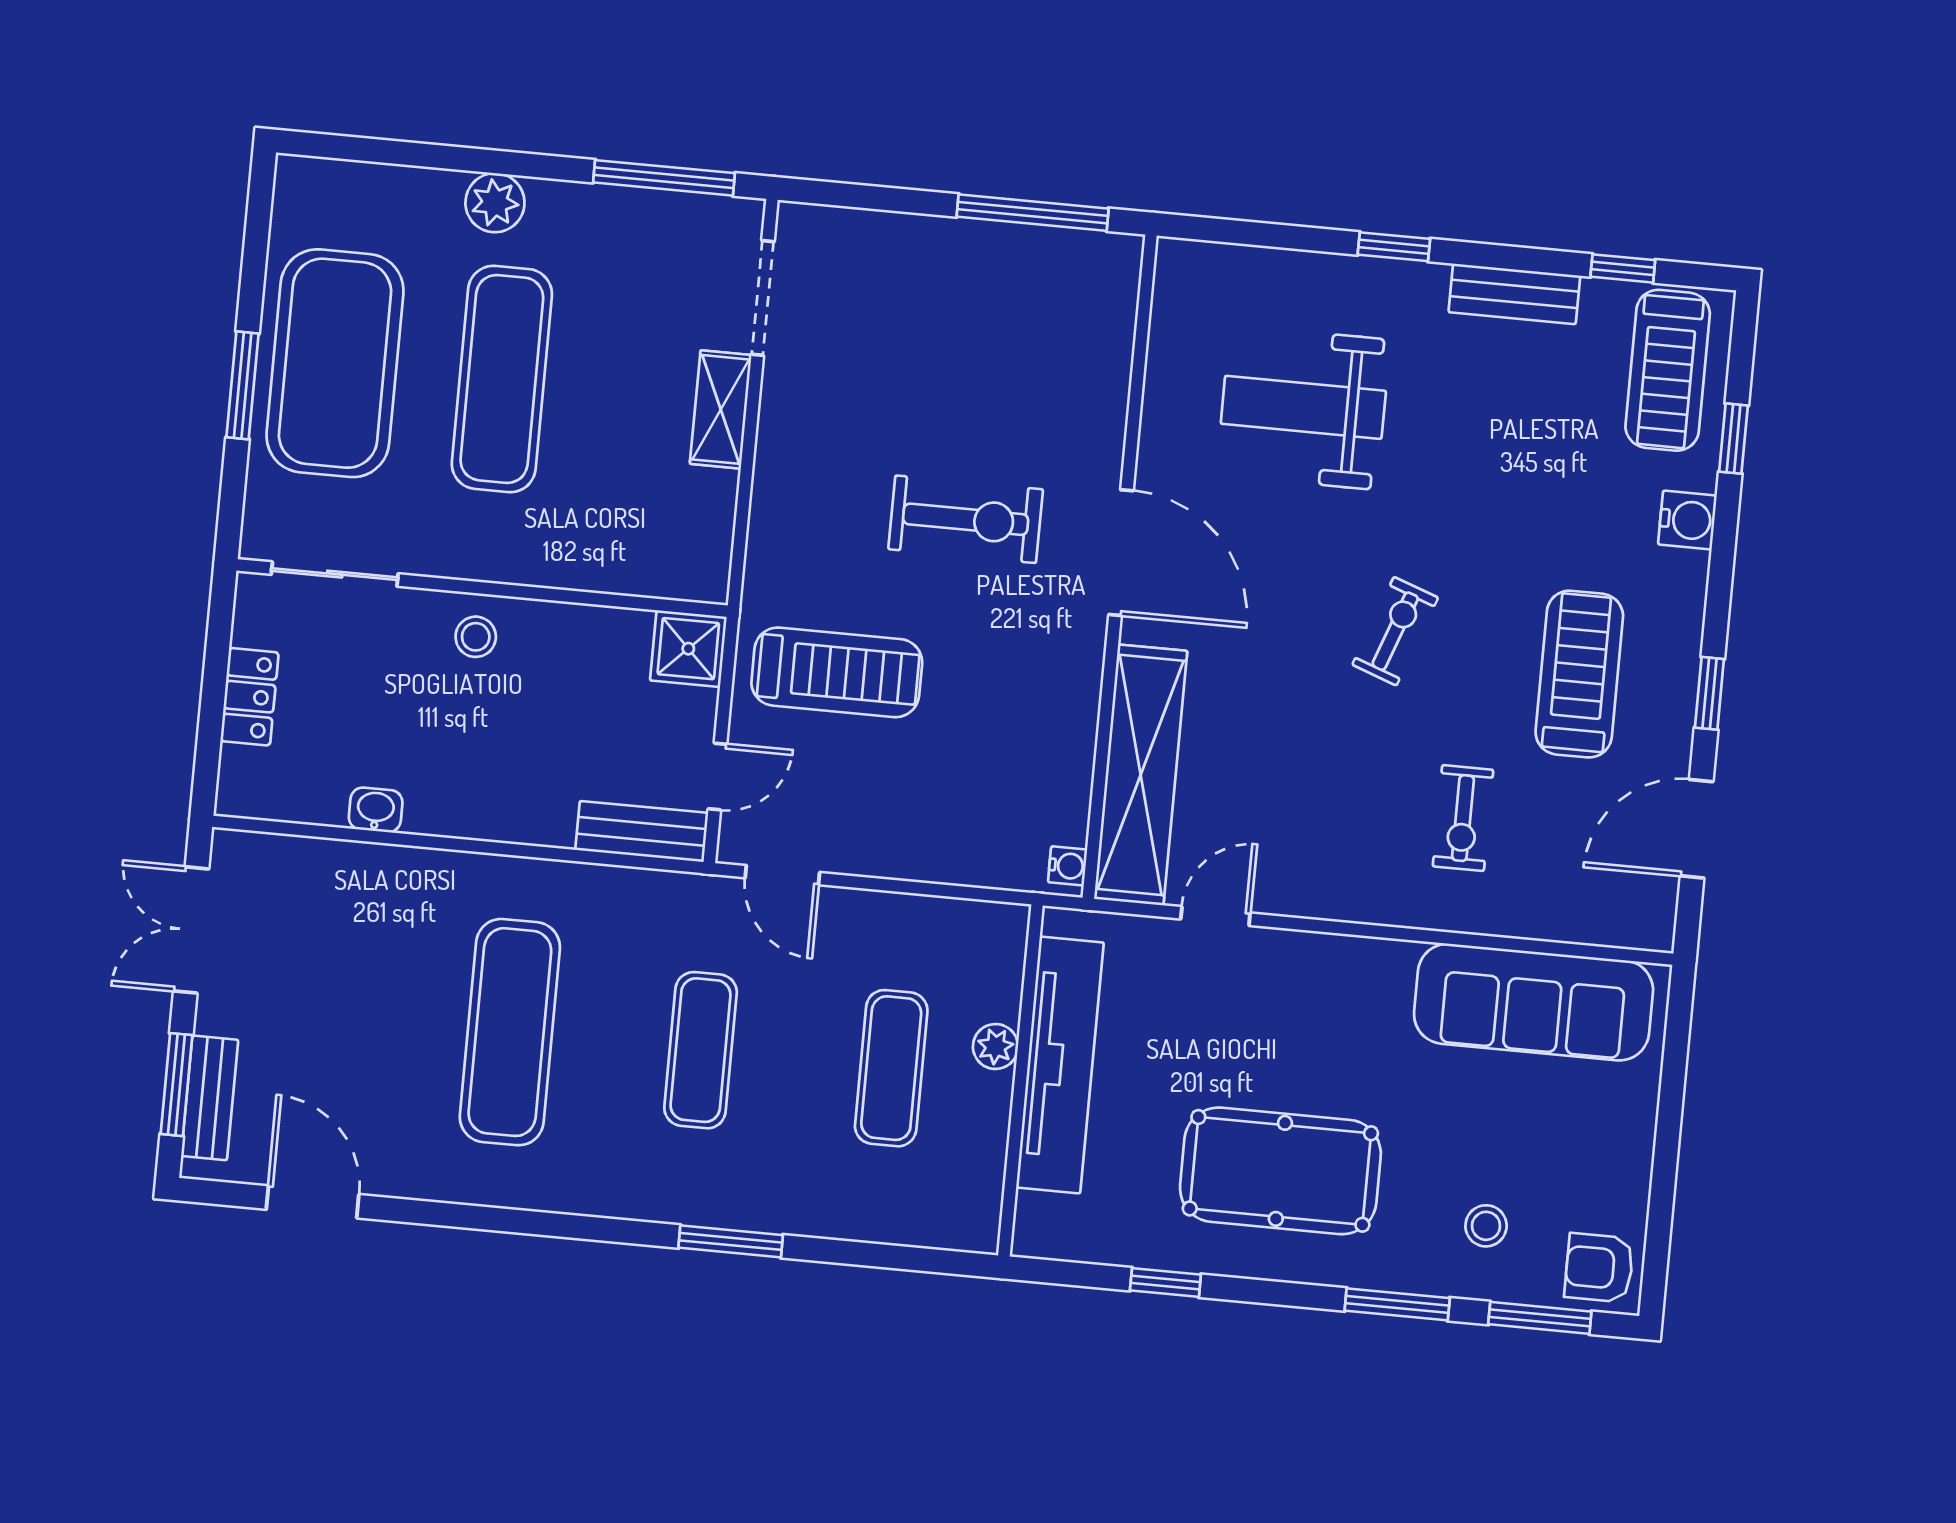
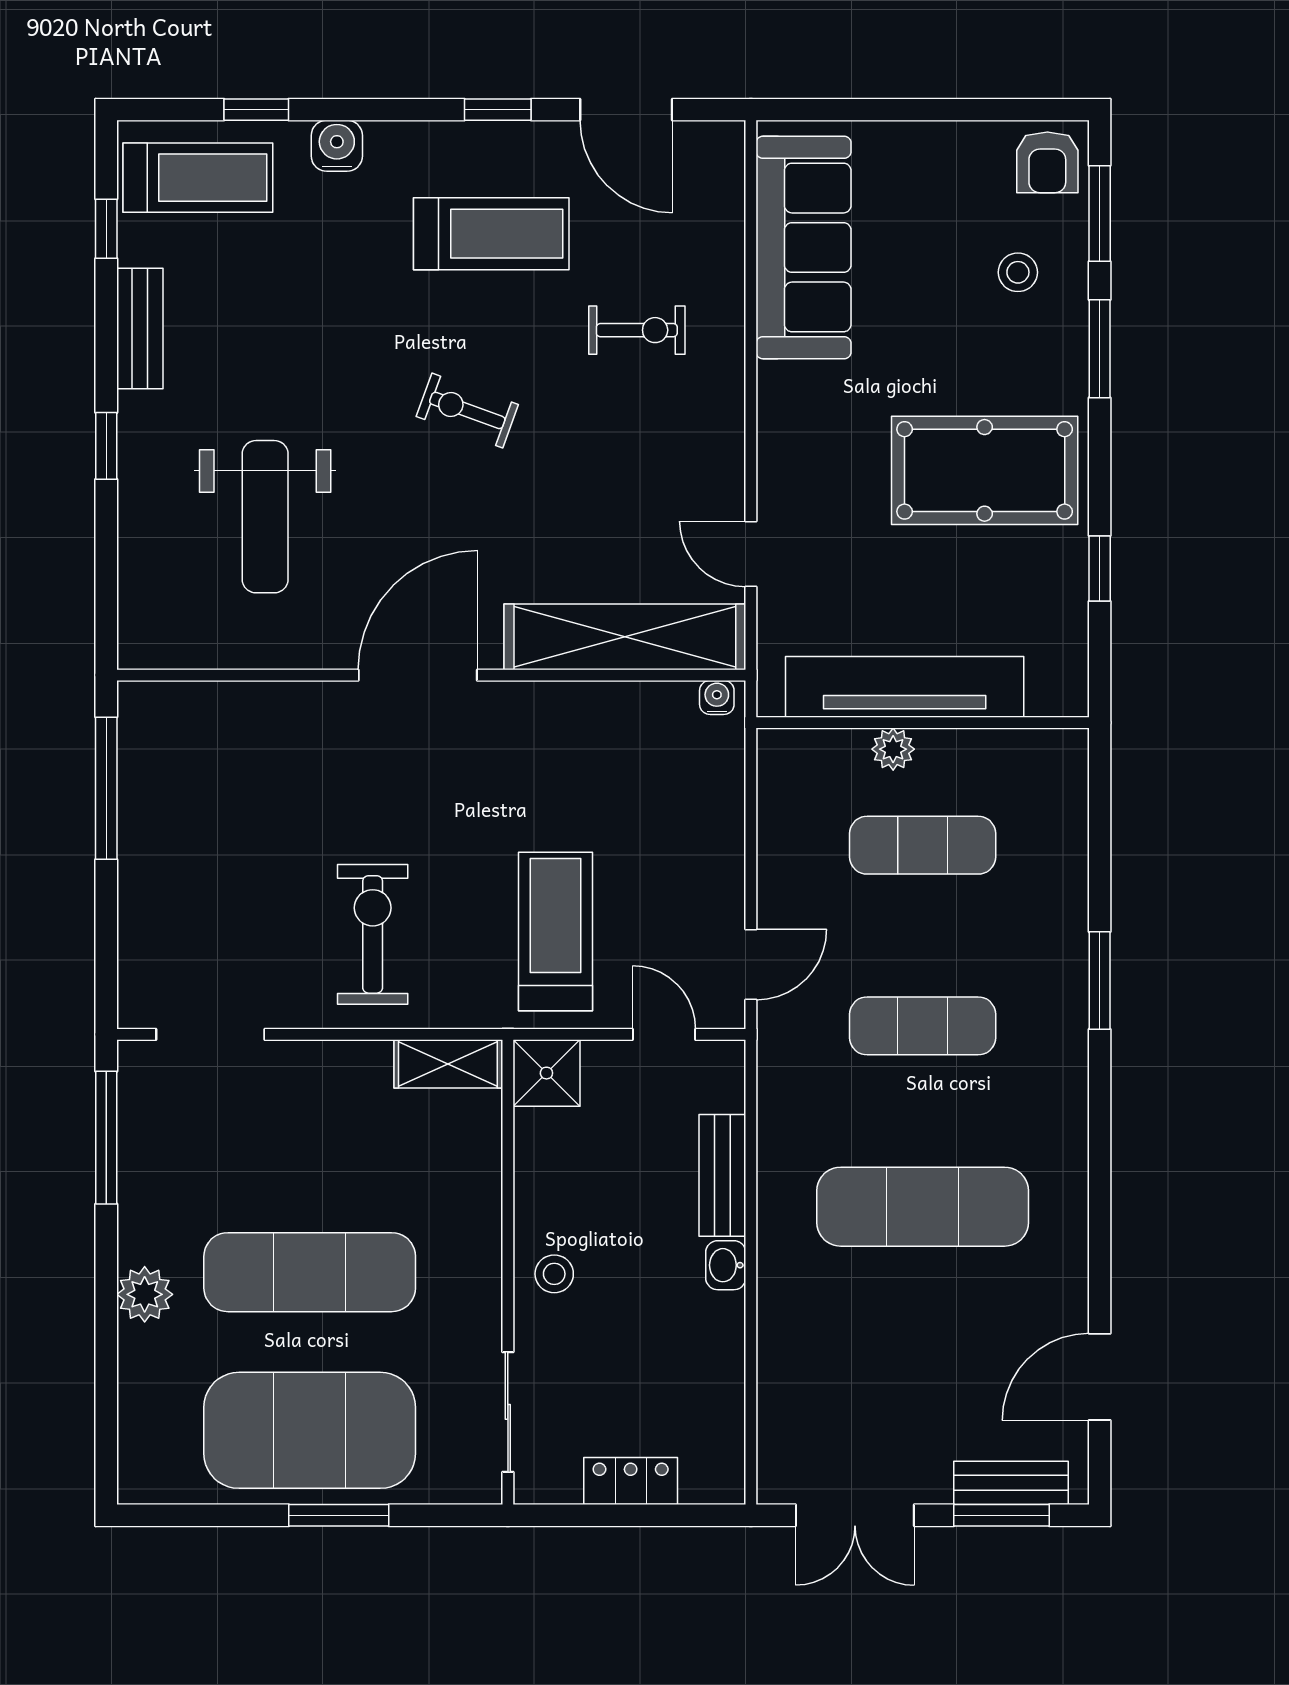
shelving: (721, 409) -> (448, 1064), moved
exercise bike: (966, 519) -> (373, 934), moved
treadmill: (1579, 674) -> (491, 234), turned 180
washbasin: (376, 810) -> (726, 1265), moved
bench: (642, 831) -> (722, 1175), moved
pool table: (1280, 1171) -> (985, 470), turned 90

